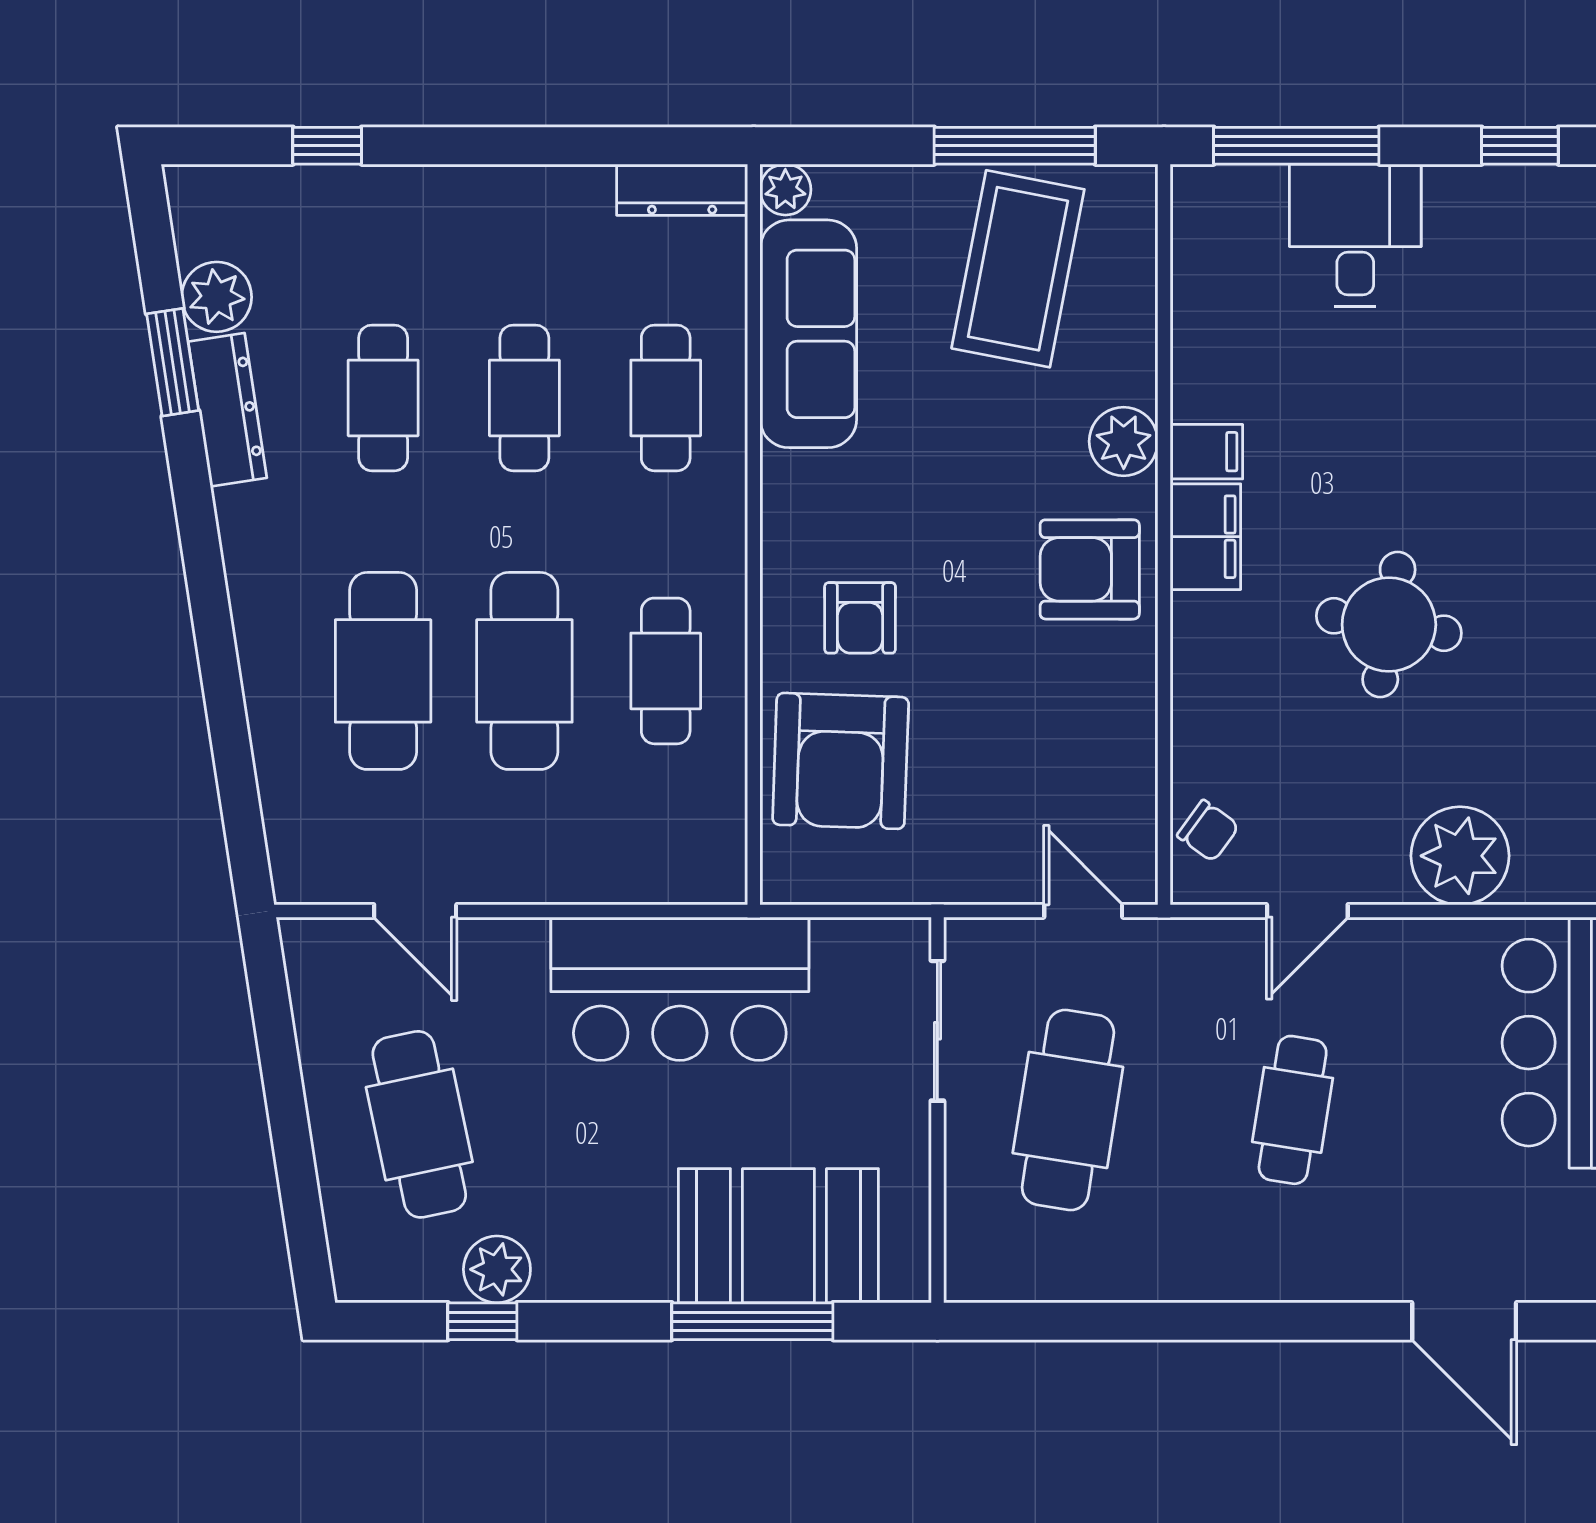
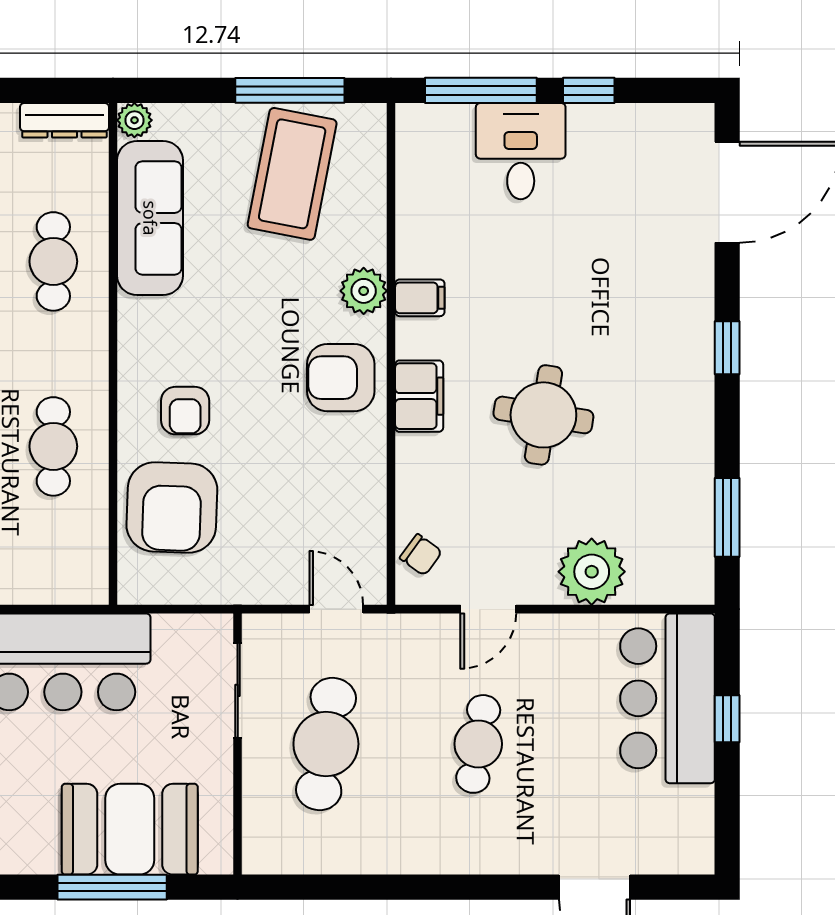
window: (1520, 146) -> (589, 90), moved
filing cabinet: (1205, 537) -> (419, 396), moved

